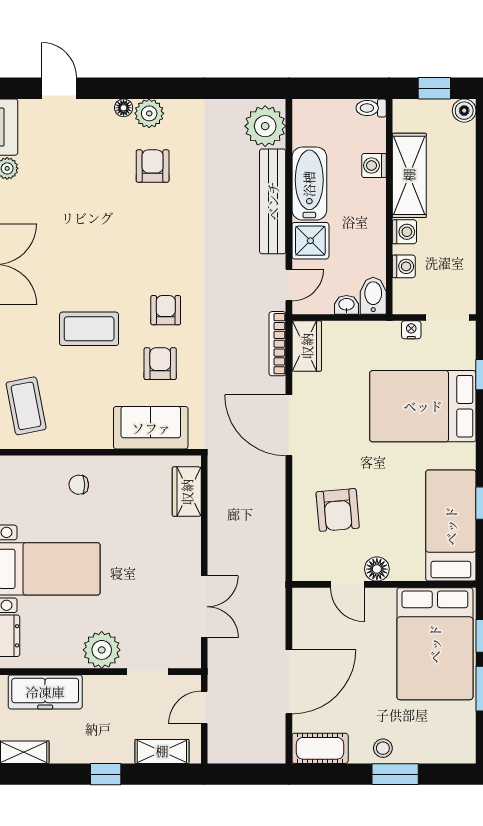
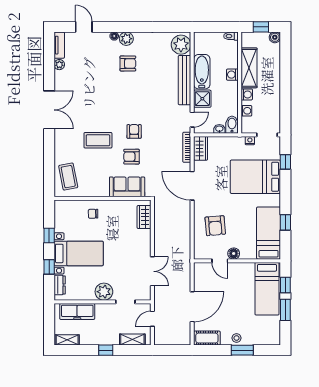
armchair: (153, 166) -> (128, 63), turned 90
washing machine: (374, 166) -> (232, 75), moved
armchair: (160, 364) -> (131, 157), turned -90
bed: (435, 644) -> (267, 289), width x0.67

